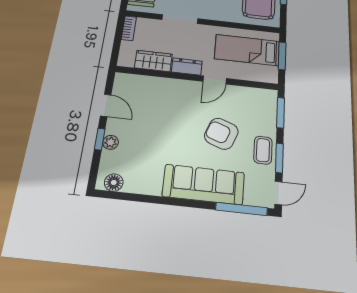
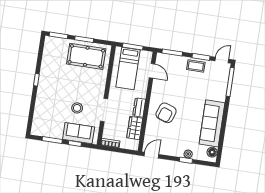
door: (215, 80) -> (152, 71), moved
door: (106, 105) -> (151, 155), moved
armchair: (221, 134) -> (166, 113), moved
sofa: (204, 184) -> (212, 123), moved
door: (278, 193) -> (222, 60), hinge flipped

